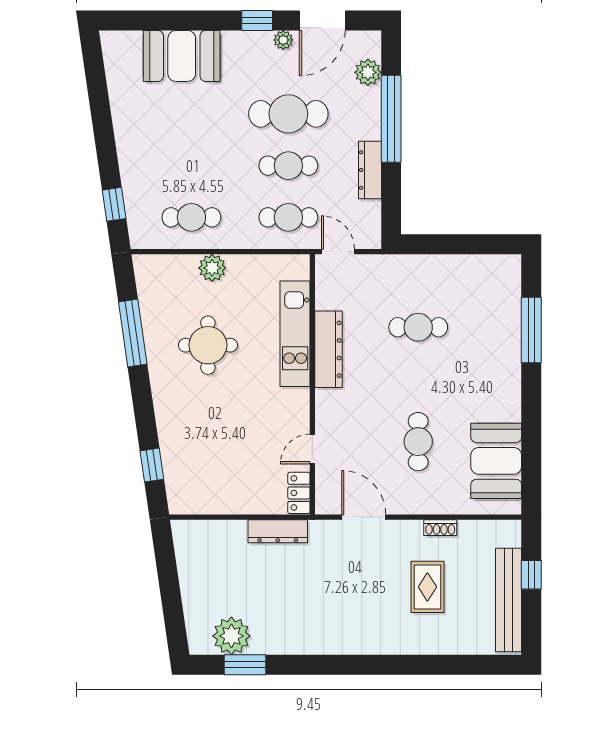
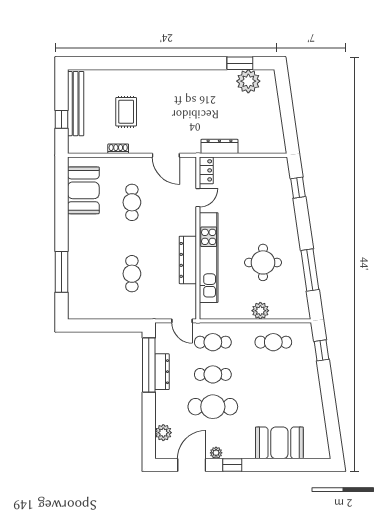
window: (391, 119) -> (149, 365), moved
cafe table: (418, 327) -> (132, 274), turned 90
kitchen unit: (295, 334) -> (209, 258), width x1.36

